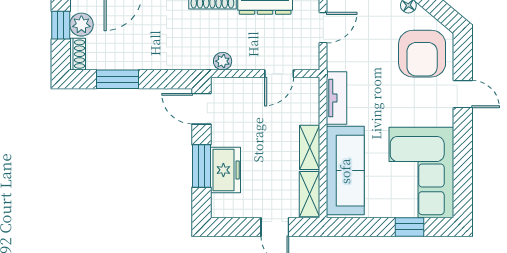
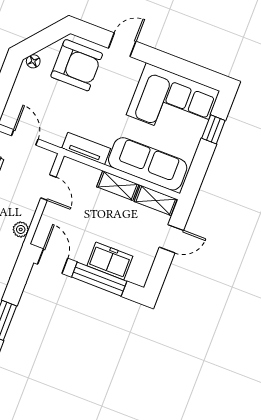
door: (202, 109) -> (53, 261), swing flipped
window: (202, 166) -> (99, 279), width x1.44

